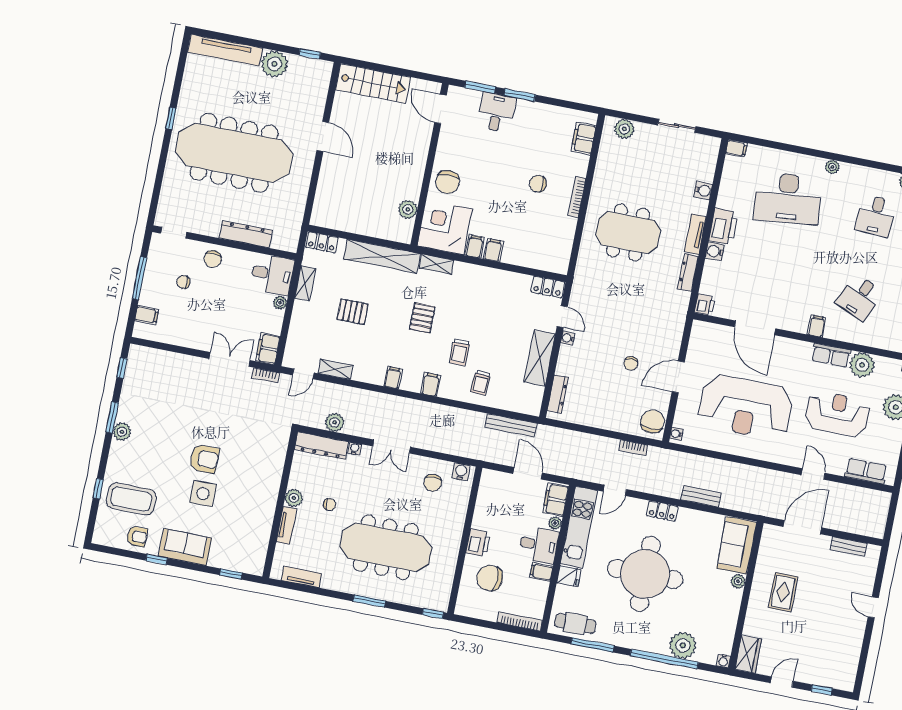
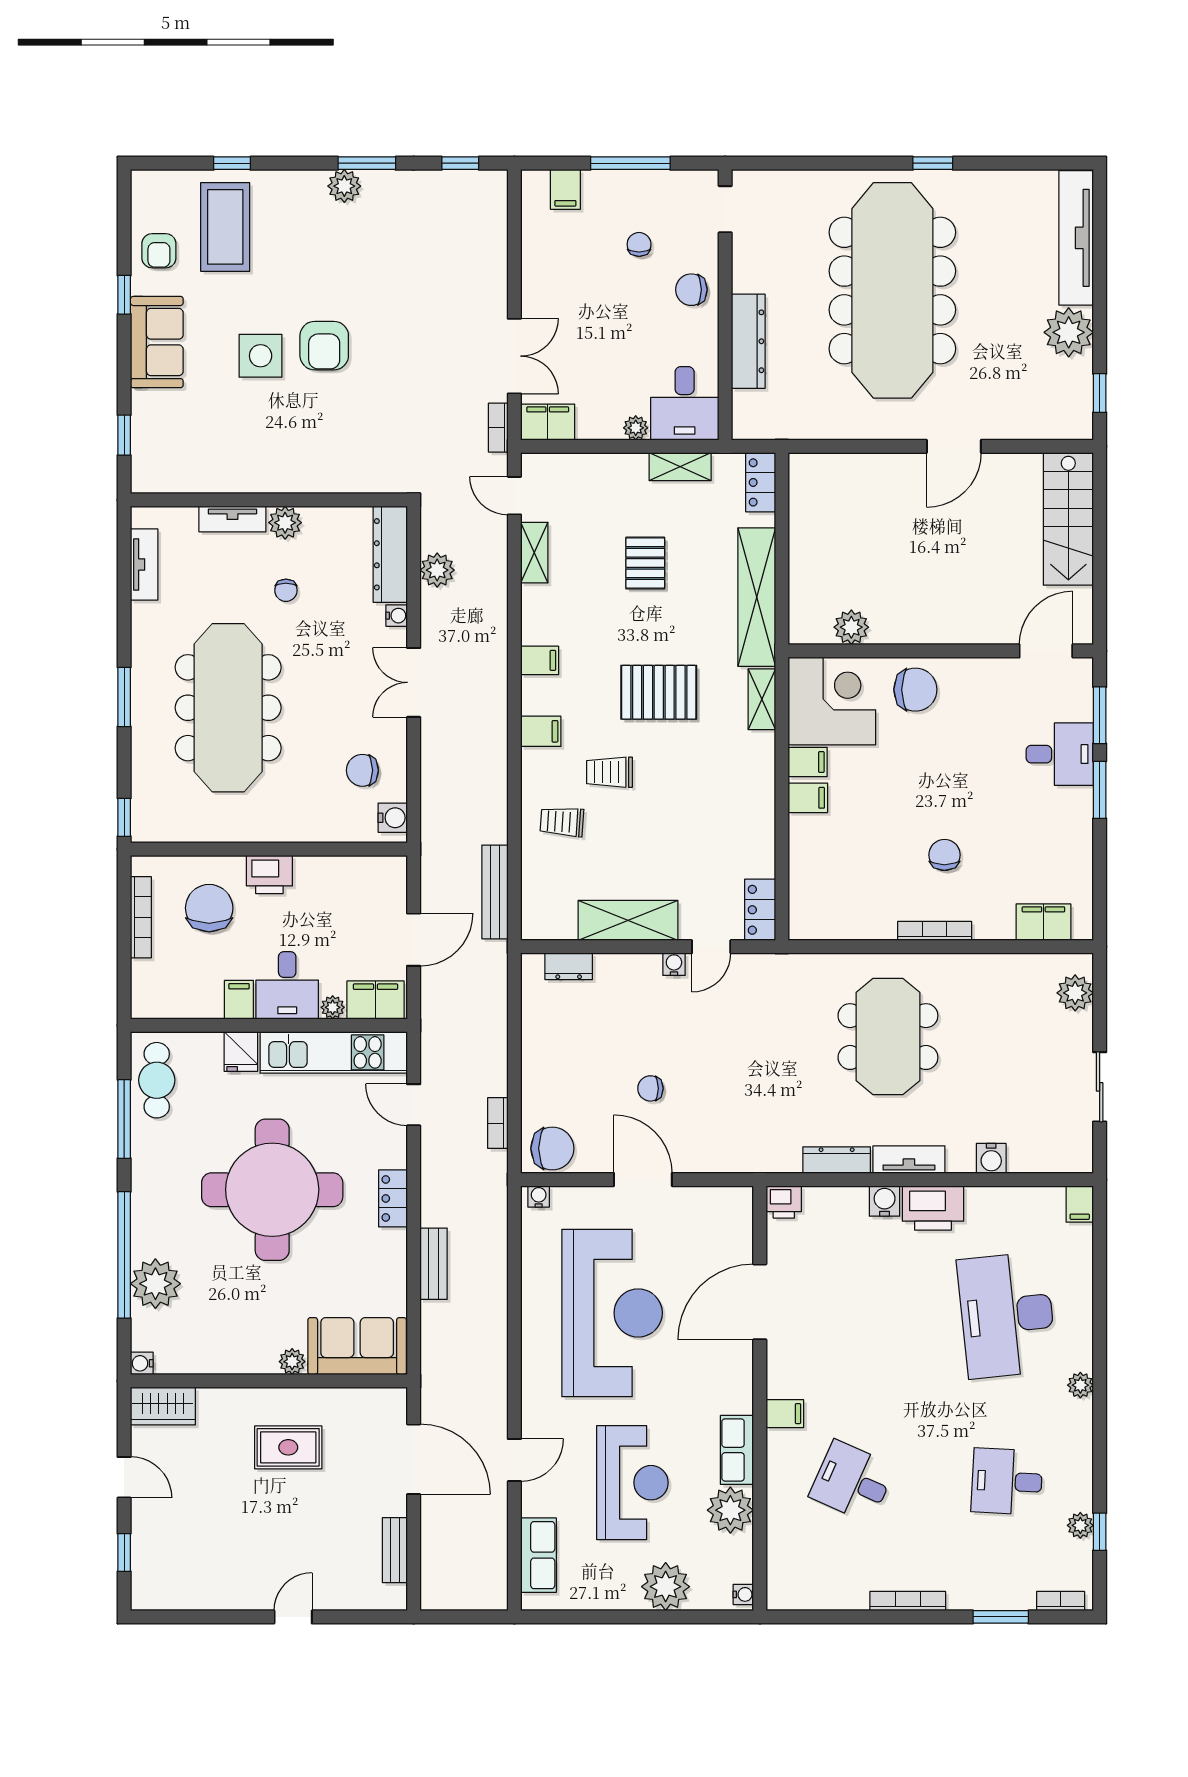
chair: (447, 182) -> (915, 690), turned 180
pallet: (422, 318) -> (659, 692), width x1.50, depth x1.42
dresser: (558, 394) -> (569, 966), width x0.70
reception desk: (746, 407) -> (612, 1313), turned 180
bookcase: (520, 621) -> (141, 917), moved

